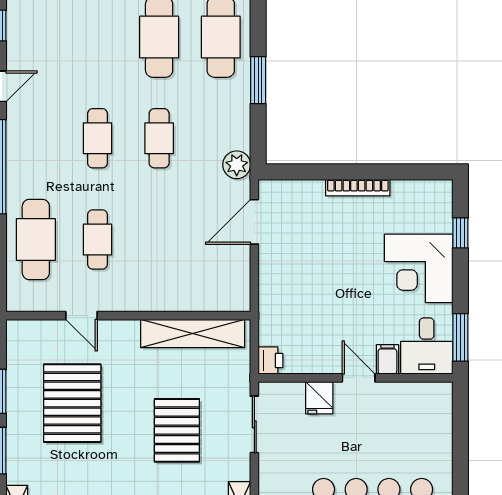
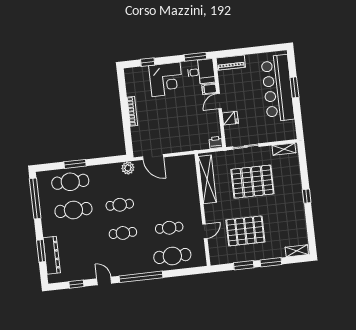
window: (258, 80) -> (75, 164), moved
piano: (439, 413) -> (231, 63), added
pallet: (177, 430) -> (252, 182), width x1.37, depth x1.41

